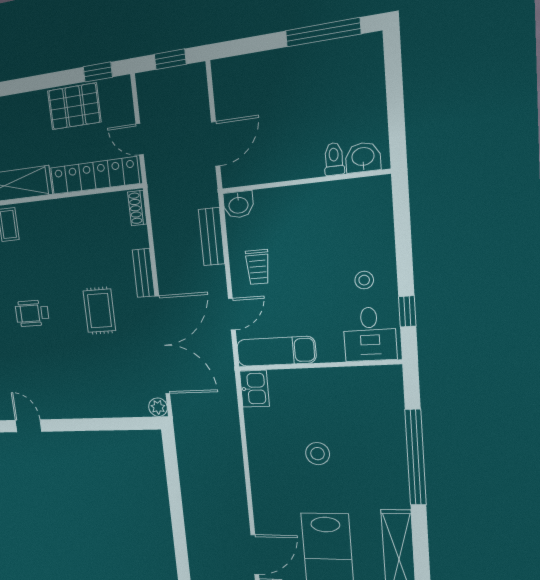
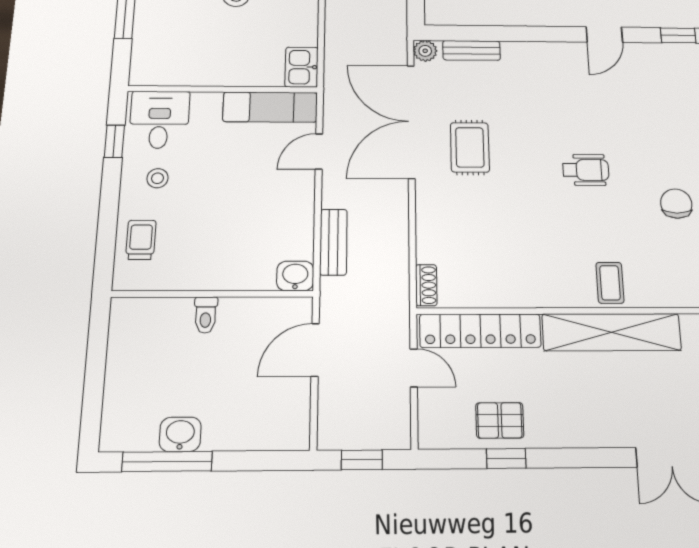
window: (98, 72) -> (506, 458), moved
pallet: (74, 106) -> (500, 420), width x0.67, depth x0.71
washbasin: (363, 157) -> (180, 434), moved, turned 180
toilet: (334, 159) -> (206, 315), moved
trolley: (258, 267) -> (141, 240), moved
bench: (144, 273) -> (472, 50), moved, turned 90
rug: (99, 311) -> (470, 147), moved
door: (28, 426) -> (604, 35), hinge flipped

